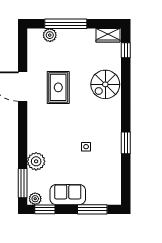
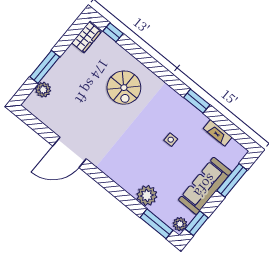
window: (66, 24) -> (45, 67), width x0.68
spiral stairs: (105, 84) -> (124, 88), moved
rug: (58, 87) -> (97, 121), removed
fireplace: (116, 174) -> (218, 133), added
sofa: (68, 195) -> (205, 186), width x1.36

